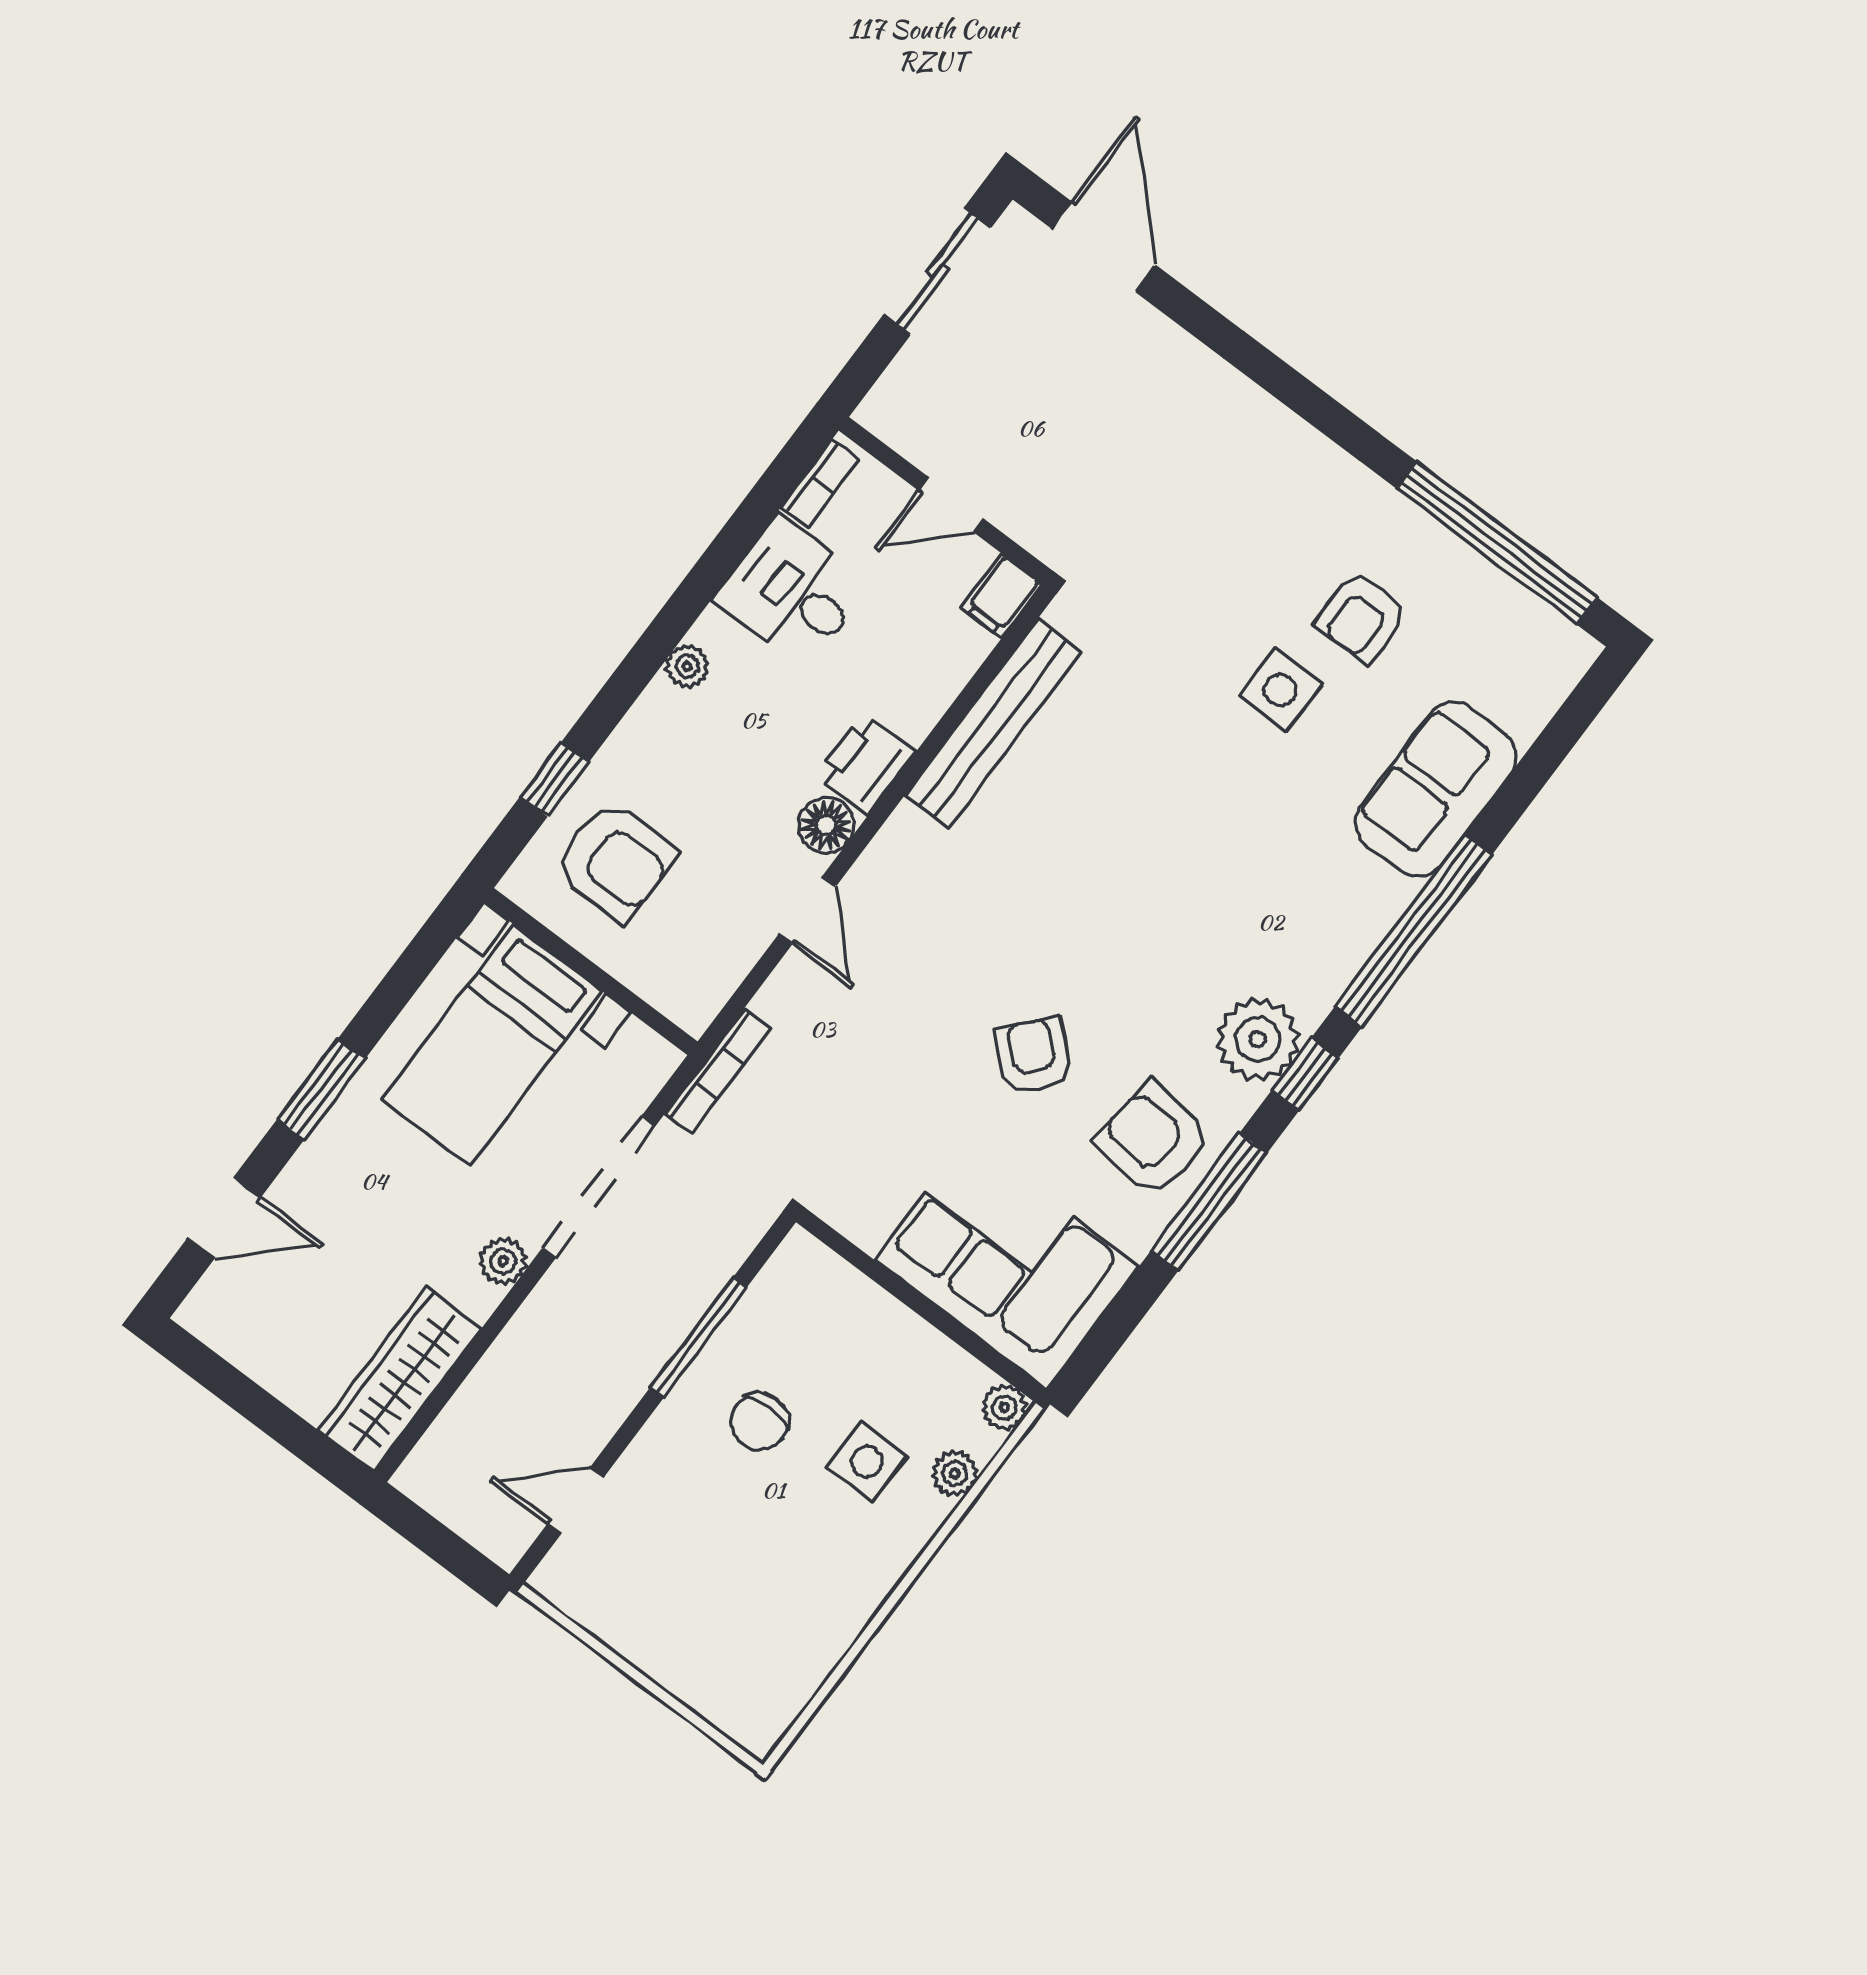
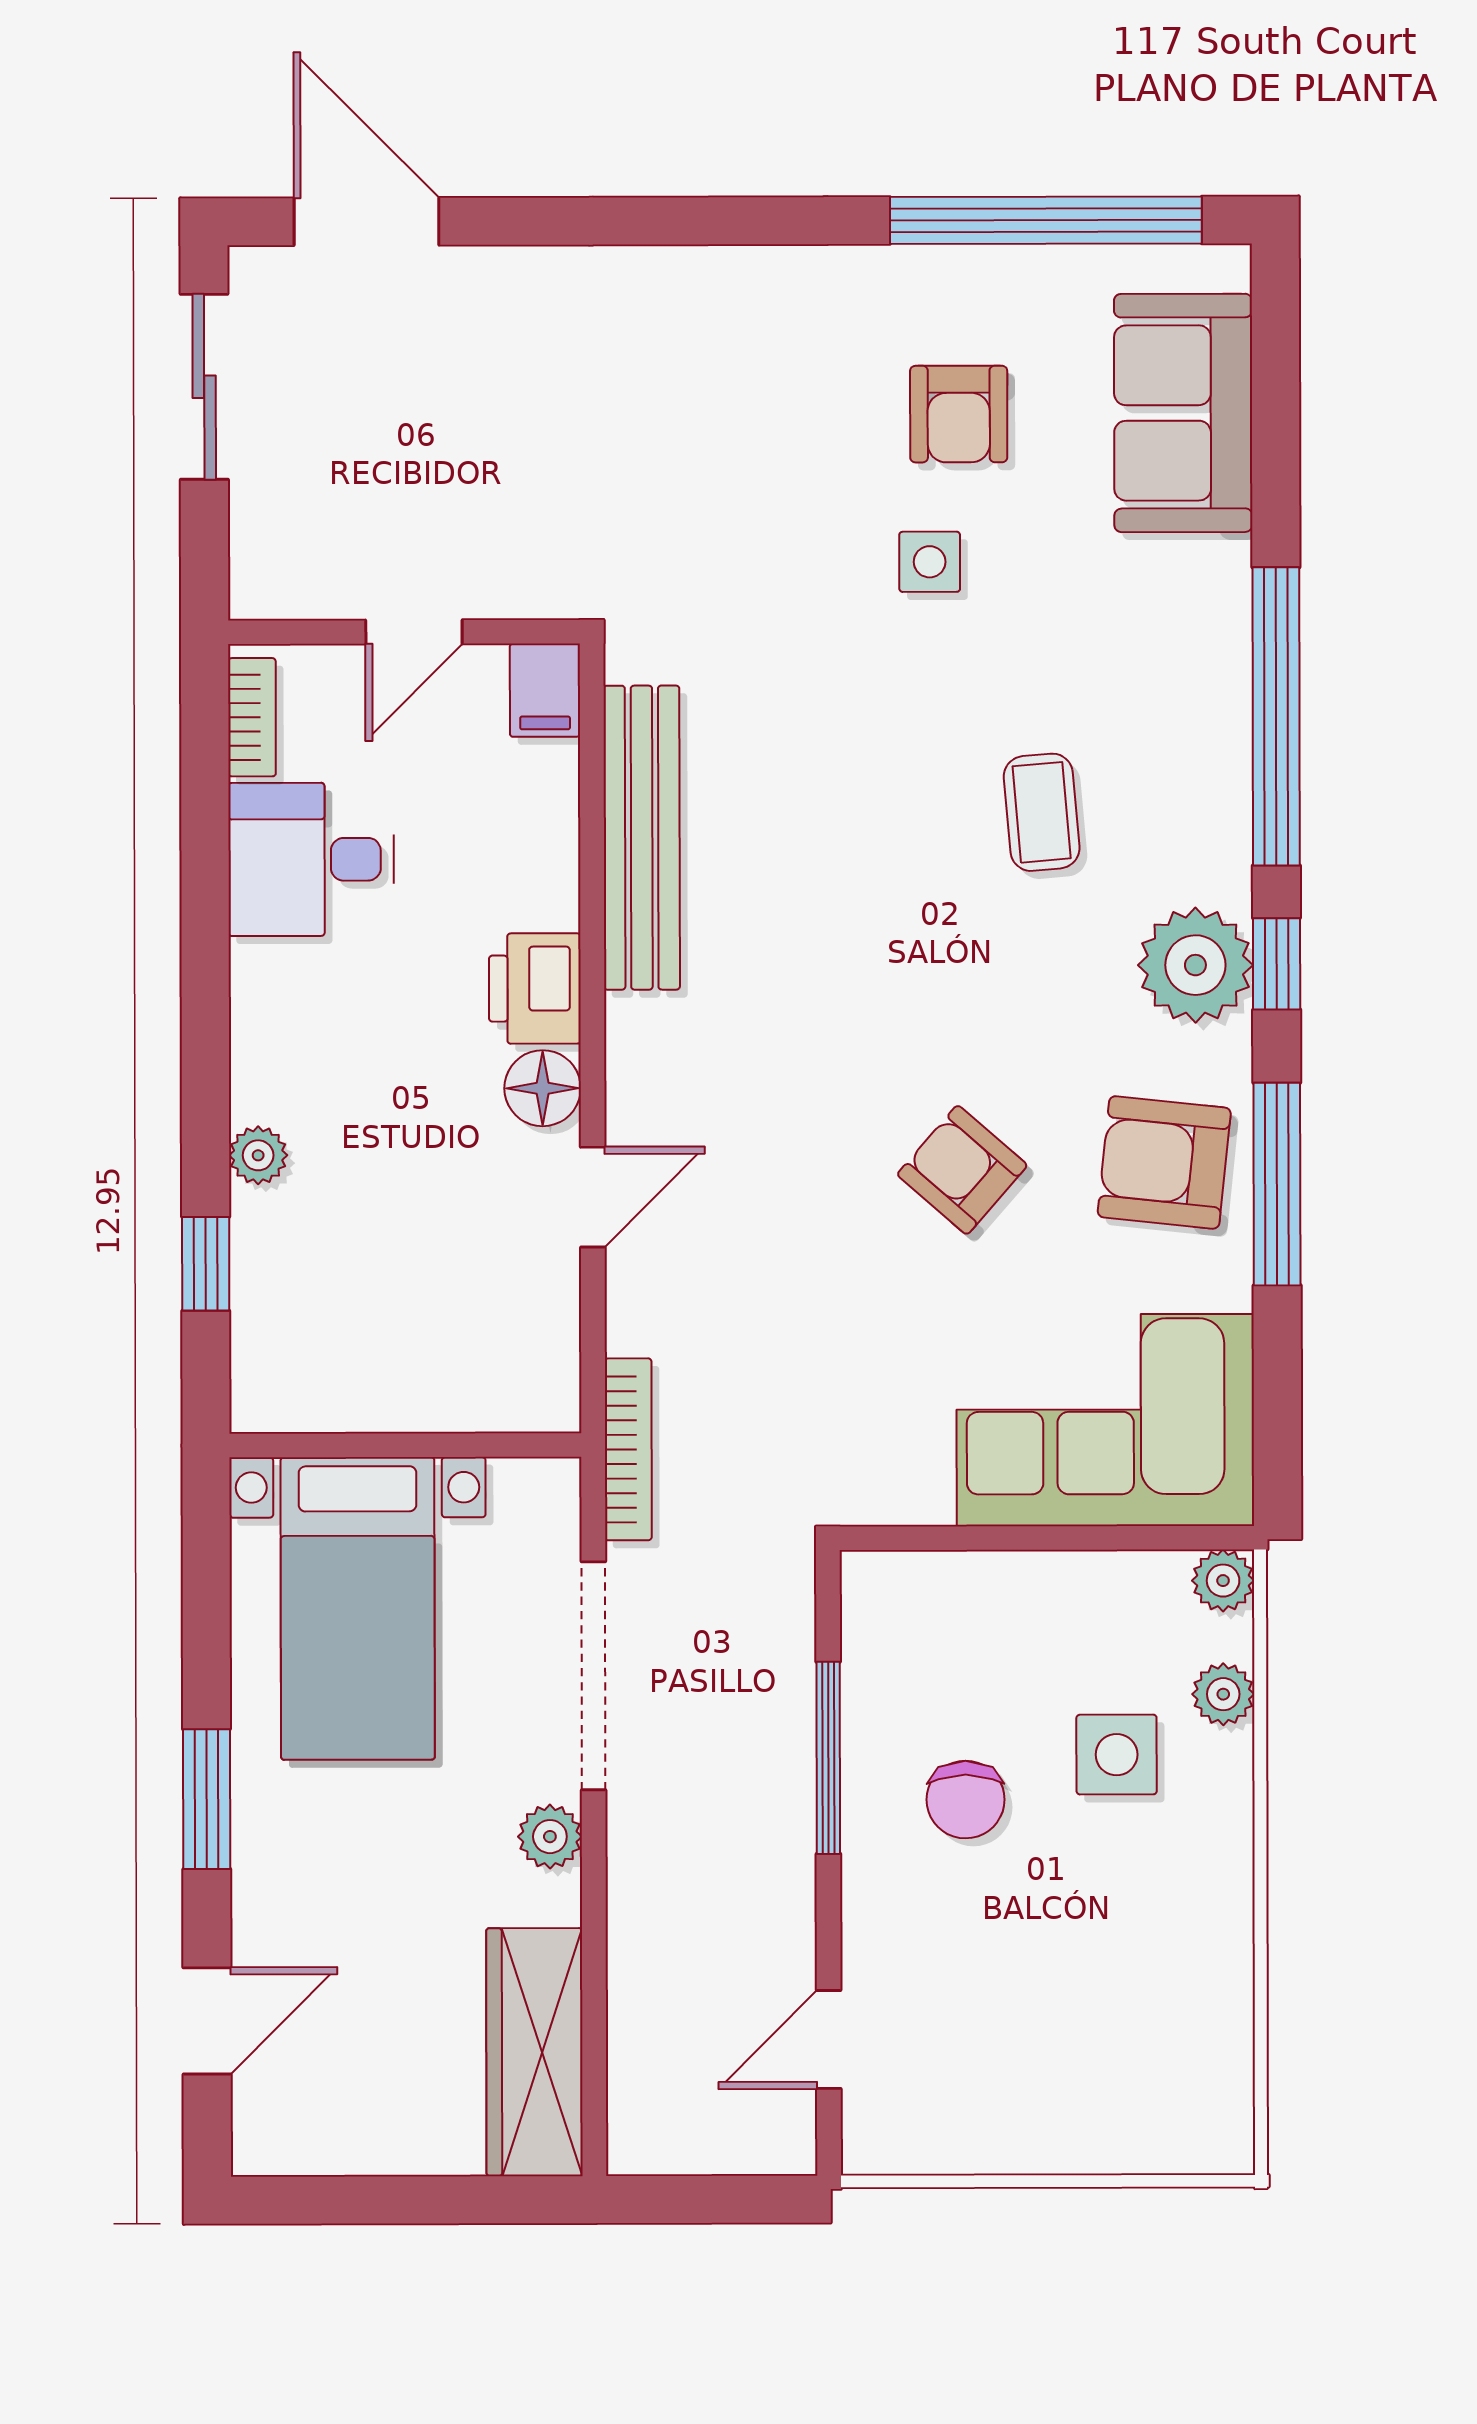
plant: (687, 666) -> (258, 1155), moved
side table: (1280, 690) -> (930, 562), width x0.73, depth x0.73
sofa: (1436, 789) -> (1183, 413), moved
armchair: (615, 861) -> (340, 1303), removed
coffee table: (1236, 884) -> (1042, 812), added
door: (808, 910) -> (593, 1197), hinge flipped

